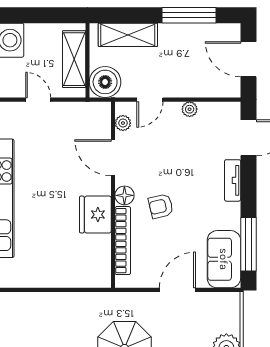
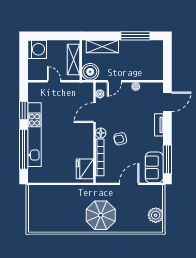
door: (248, 59) -> (167, 60), removed
door: (113, 158) -> (94, 113), hinge flipped
fridge: (95, 215) -> (85, 169), moved

